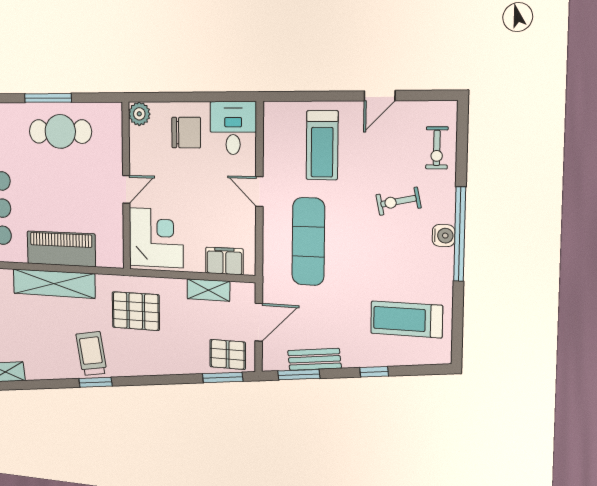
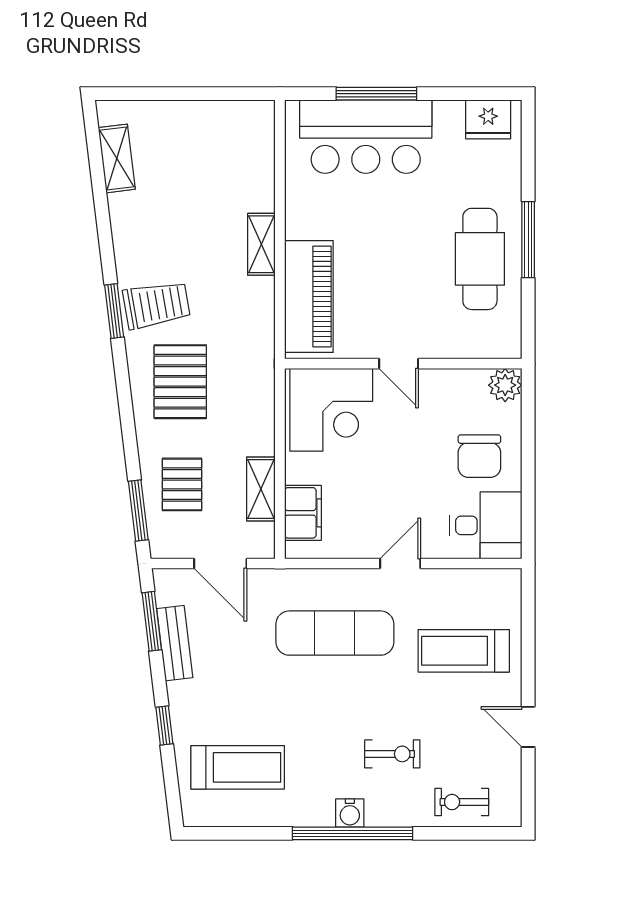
exercise bike: (398, 201) -> (392, 754), turned 102
piano: (61, 249) -> (309, 297), moved
shelving: (54, 284) -> (261, 244), width x0.45, depth x0.75
pallet: (136, 311) -> (180, 382), moved
treadmill: (406, 319) -> (238, 767), turned 90
pallet: (228, 354) -> (182, 484), moved

